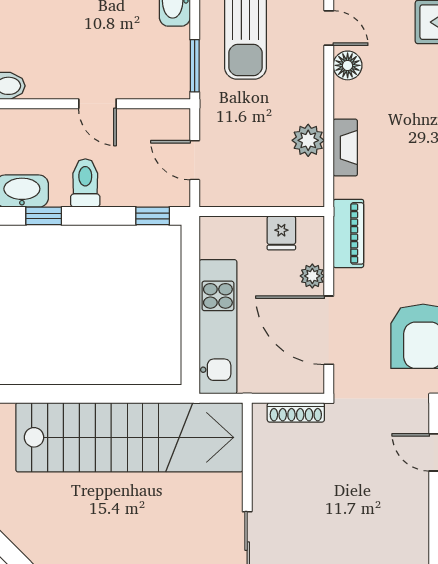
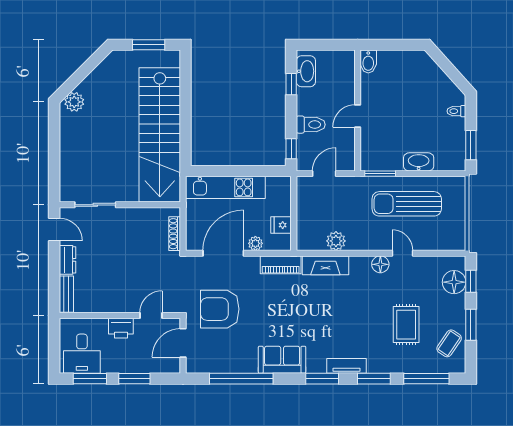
door: (329, 28) -> (403, 253), swing flipped
fireplace: (345, 148) -> (325, 265), width x1.37, depth x1.32
toilet: (85, 183) -> (311, 125), moved

